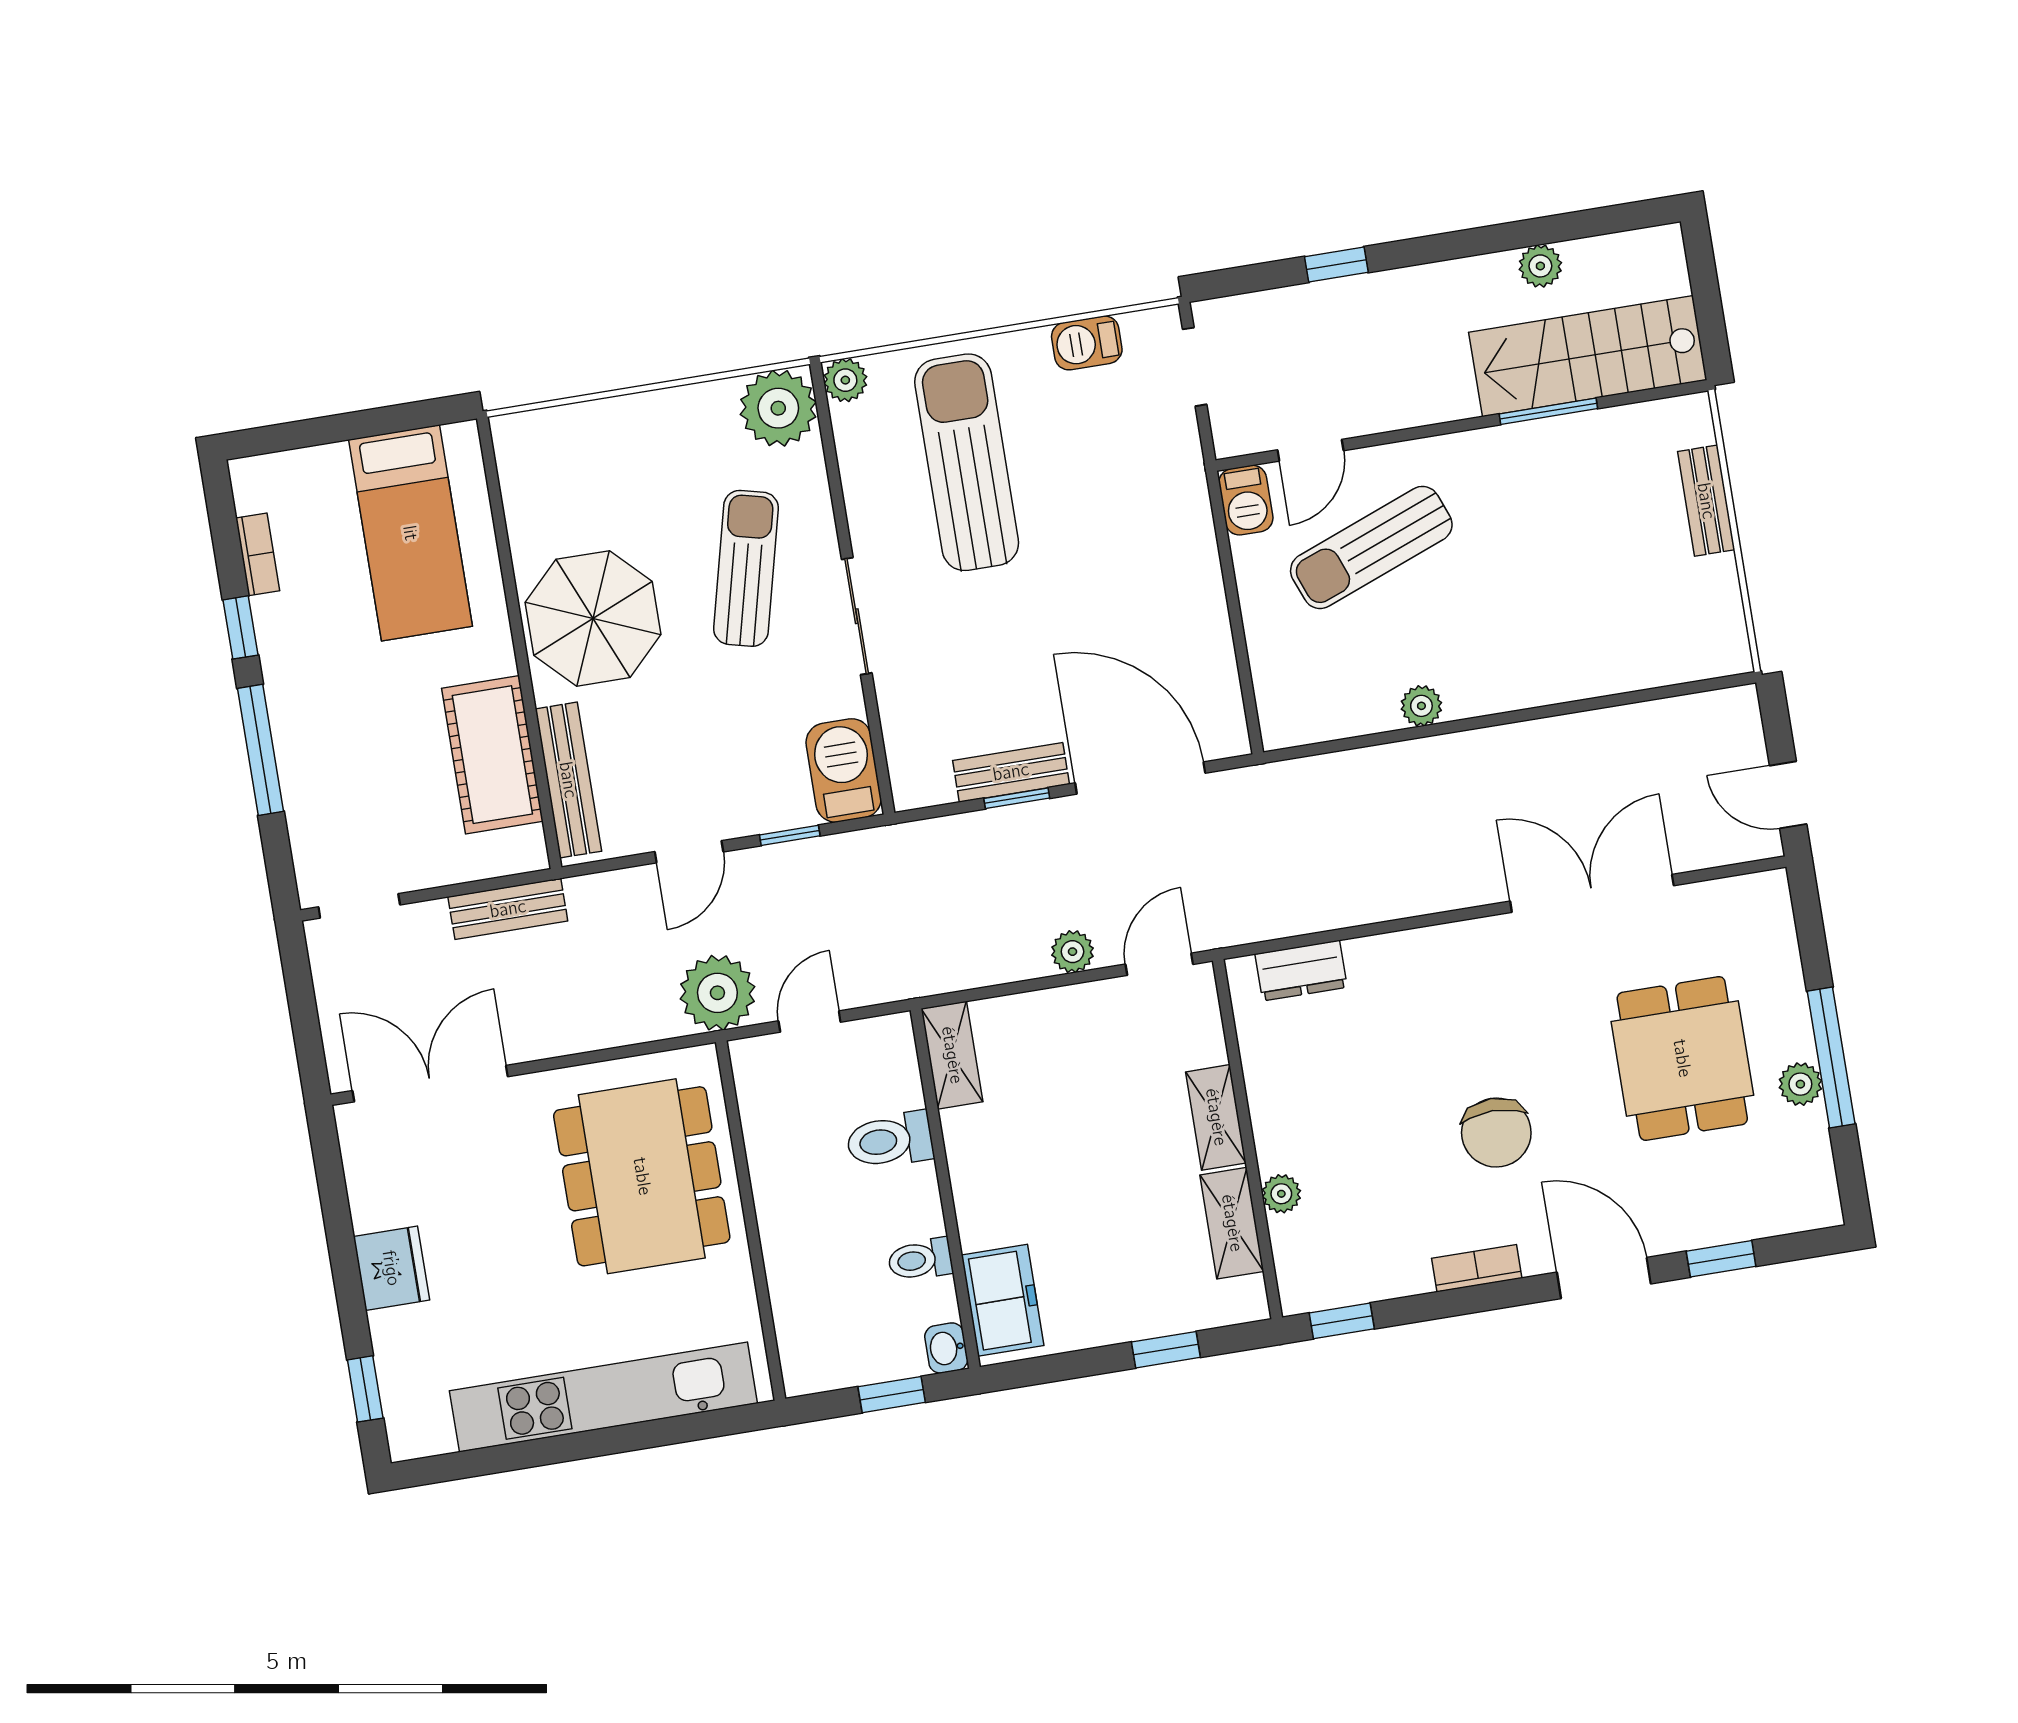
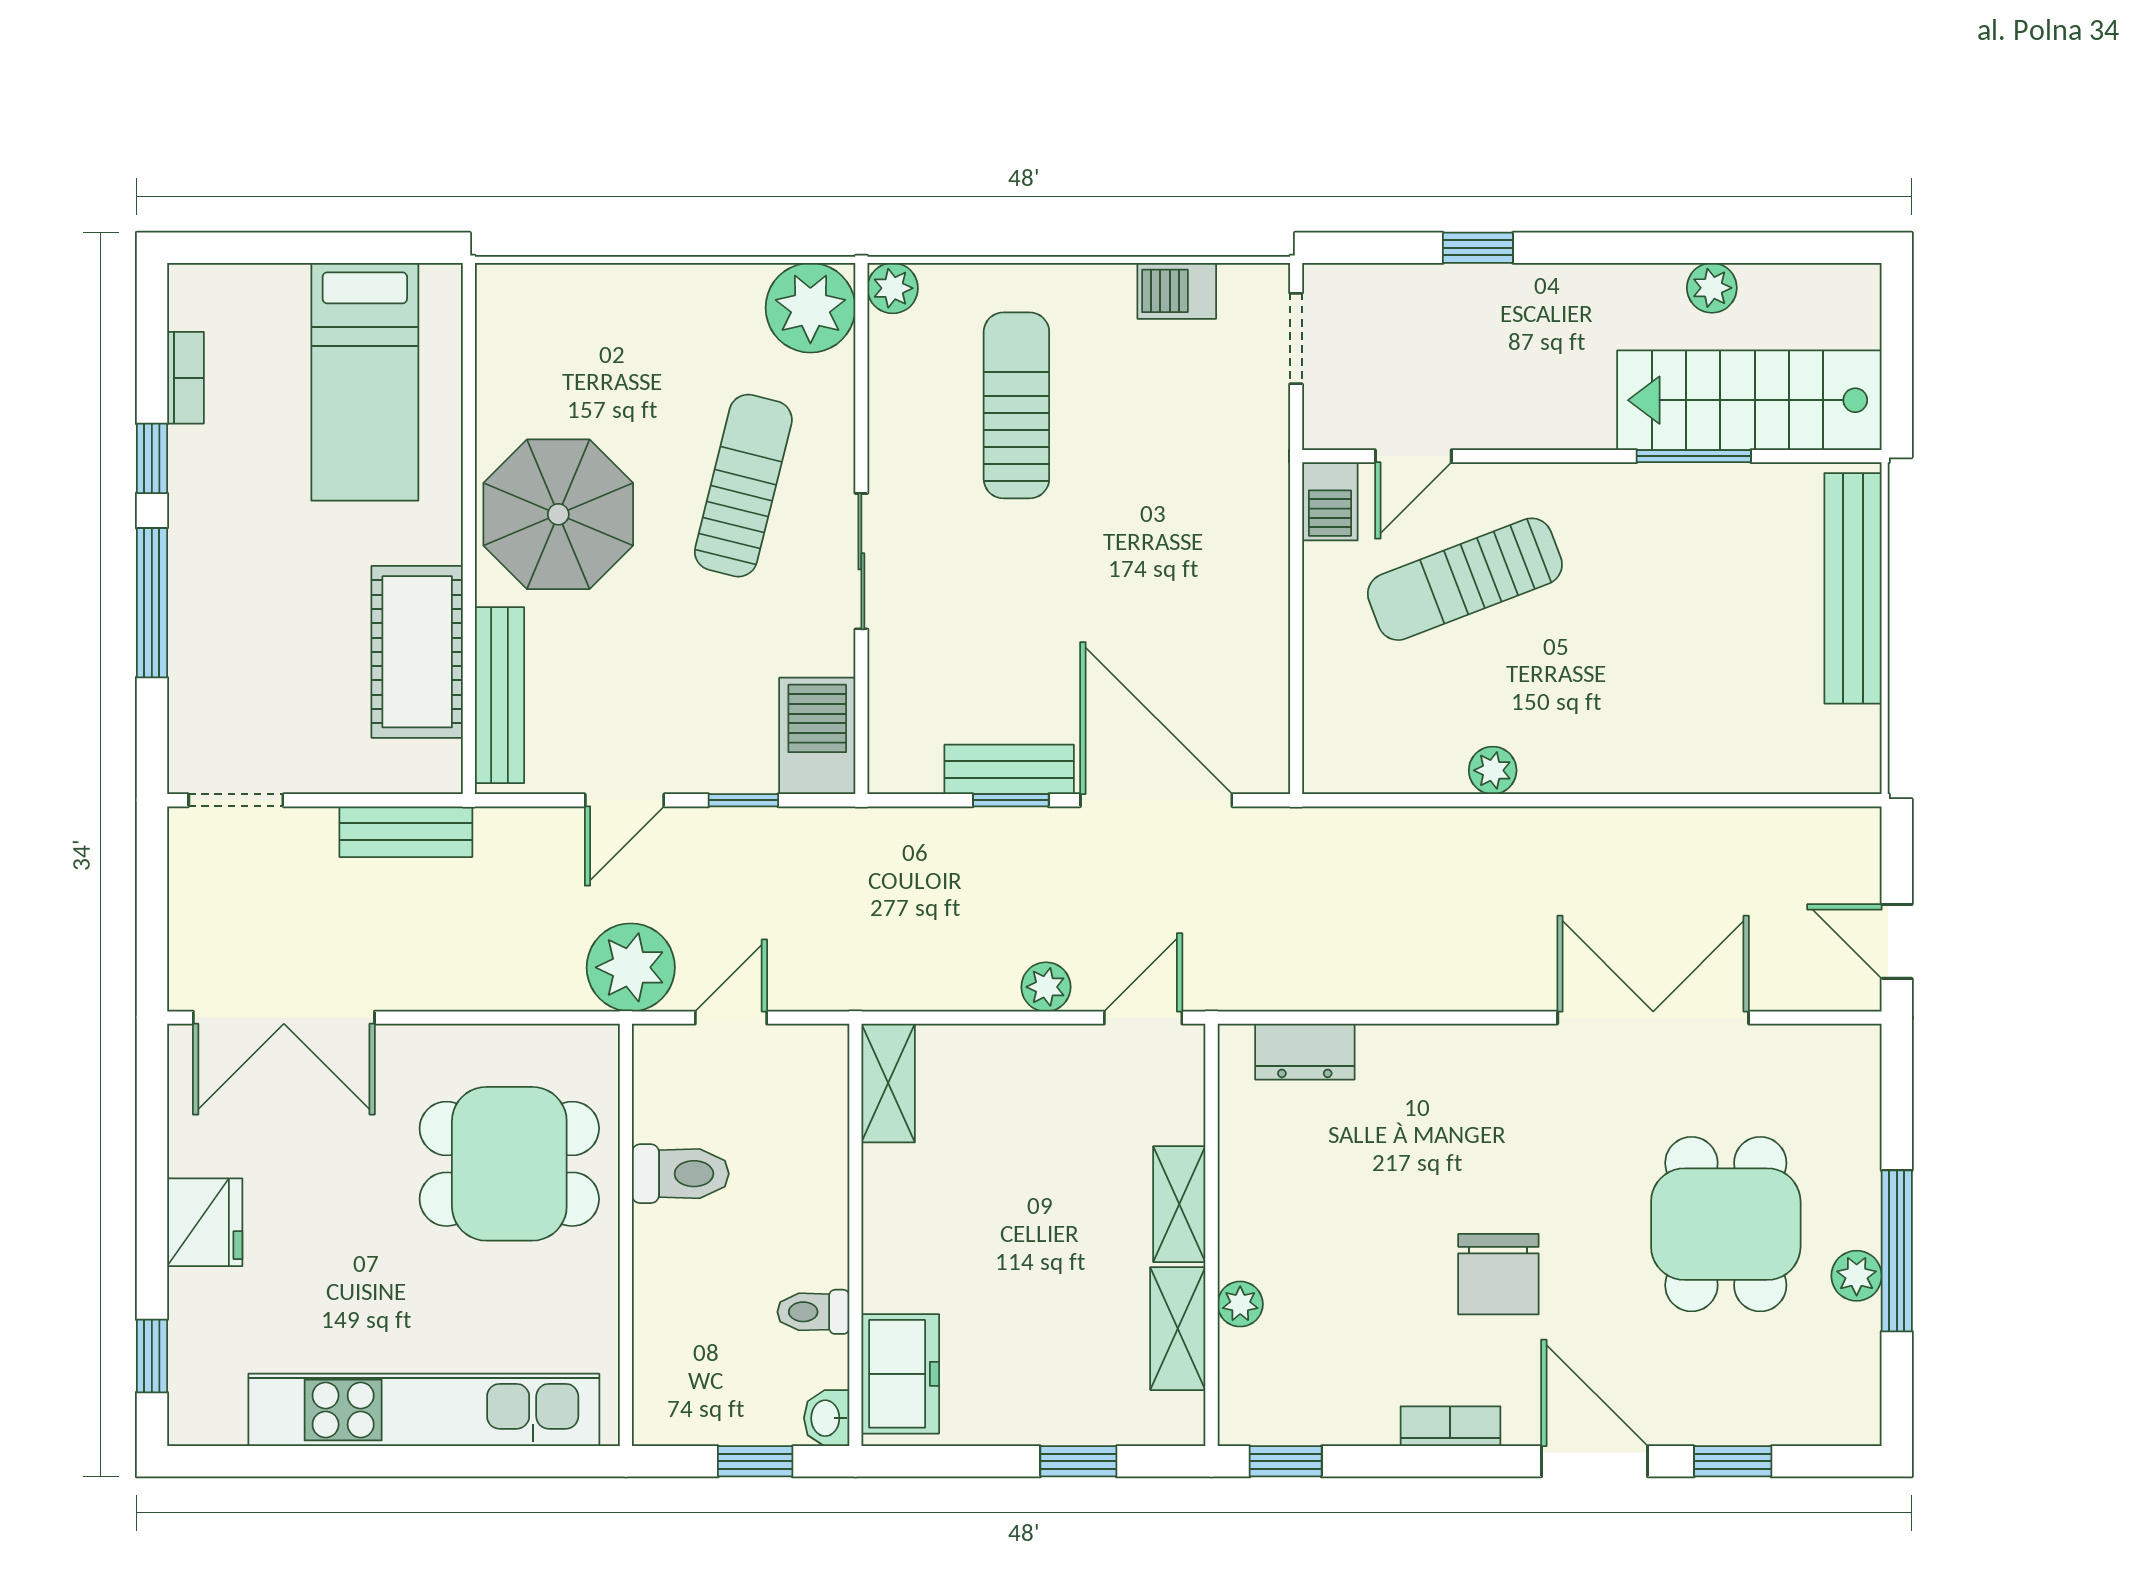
sun lounger: (967, 462) -> (1016, 405), width x0.73, depth x0.75
bench: (1706, 501) -> (1853, 588), width x1.86, depth x1.21
double door: (430, 1084) -> (284, 1018), swing flipped
toilet: (890, 1140) -> (680, 1174), moved, turned 180
dining table: (642, 1176) -> (509, 1164), width x0.73

